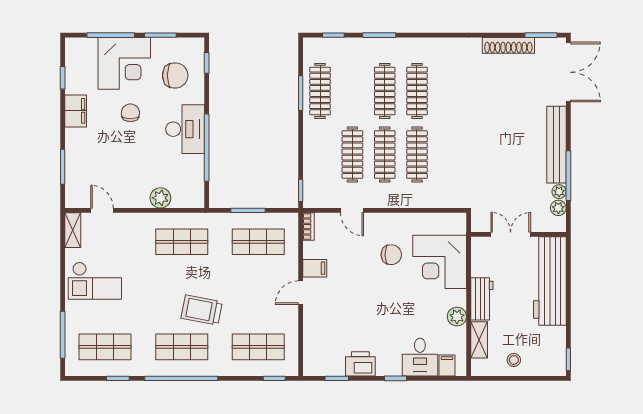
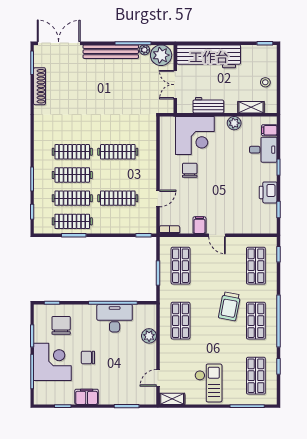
desk: (185, 129) -> (115, 318), moved
clothes rail: (385, 155) -> (72, 198), moved
plant: (558, 208) -> (161, 55), width x1.88, depth x1.88
workbench: (482, 299) -> (208, 105), moved

